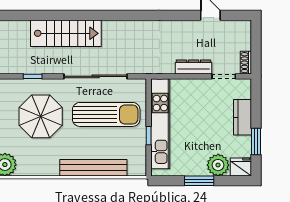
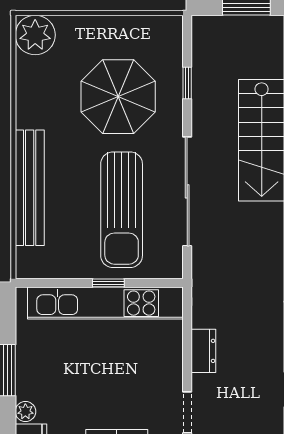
dresser: (194, 67) -> (203, 351), width x0.70
window: (149, 136) -> (108, 283), moved
plant: (218, 165) -> (25, 412), width x0.53, depth x0.53

